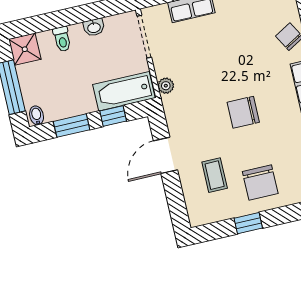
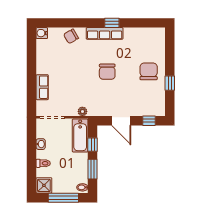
coffee table: (215, 175) -> (139, 96), removed
chair: (260, 182) -> (149, 71), turned -90
window: (176, 203) -> (149, 121), added

